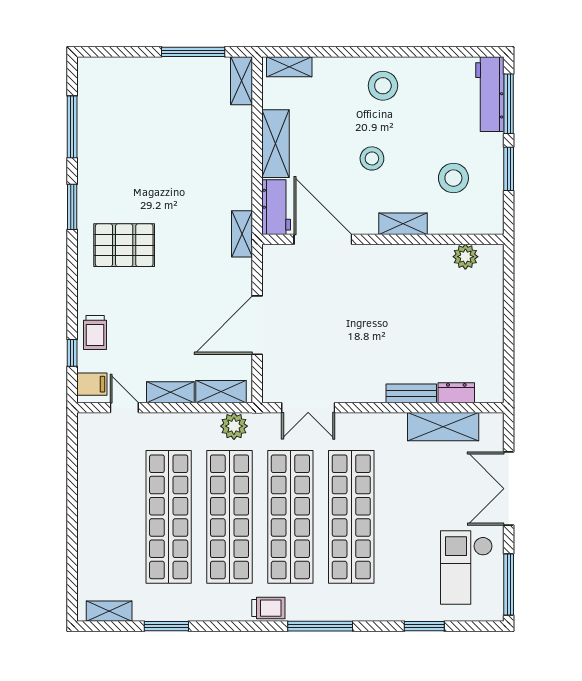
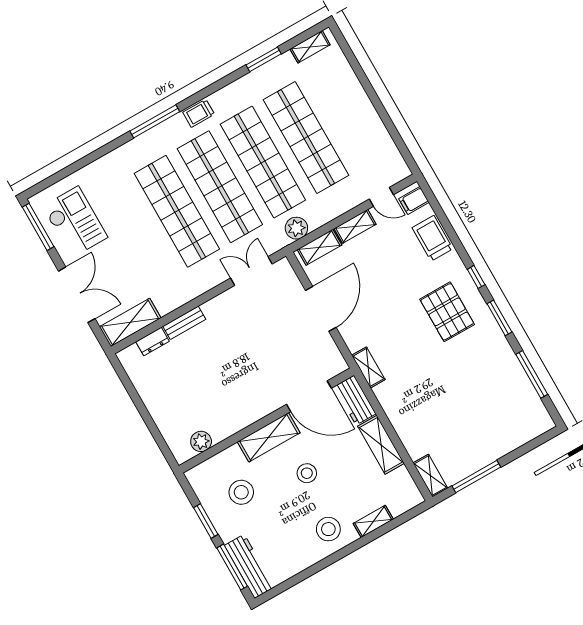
shelving: (289, 67) -> (373, 521), moved
shelving: (403, 224) -> (269, 437), width x1.50, depth x1.33
pallet: (124, 245) -> (447, 312), turned 90
trolley: (95, 333) -> (432, 238), width x1.36, depth x1.39
window: (72, 353) -> (476, 277), moved
shelving: (443, 427) -> (130, 322), moved
window: (424, 626) -> (81, 163), removed

